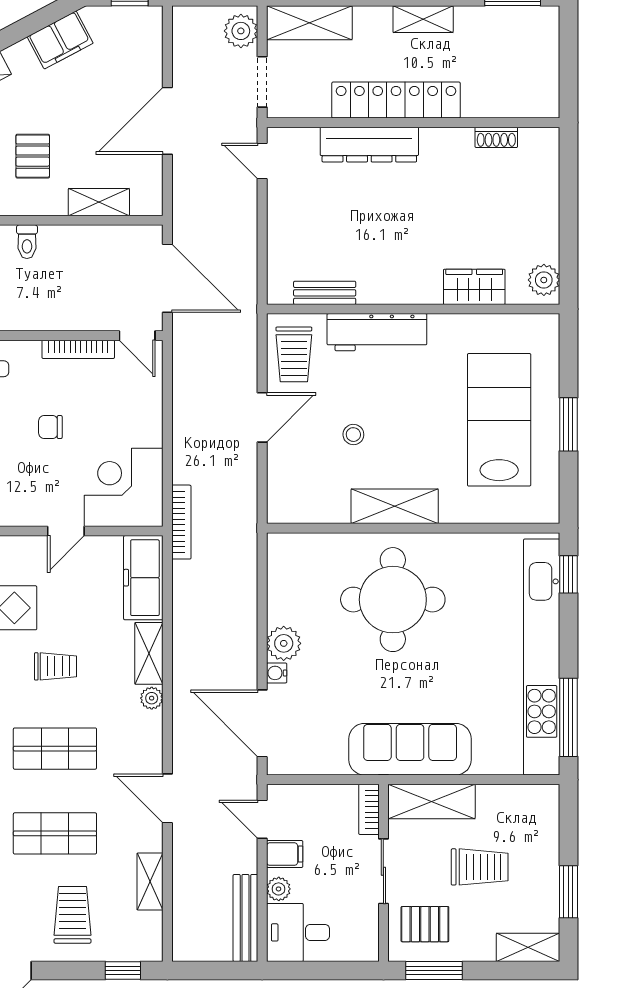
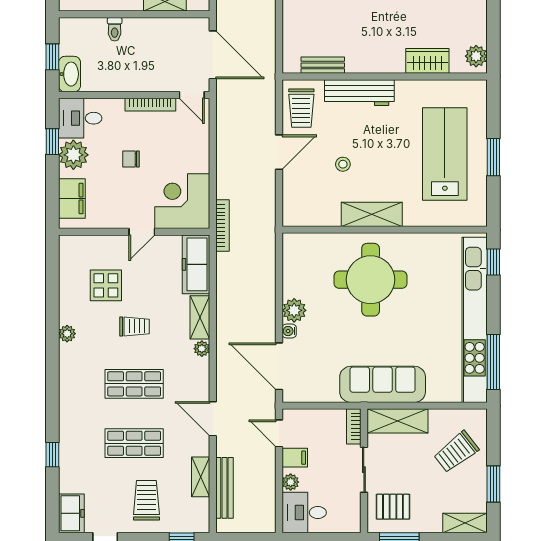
trolley: (480, 867) -> (456, 452), moved, turned 142
bench: (245, 918) -> (224, 488), moved

